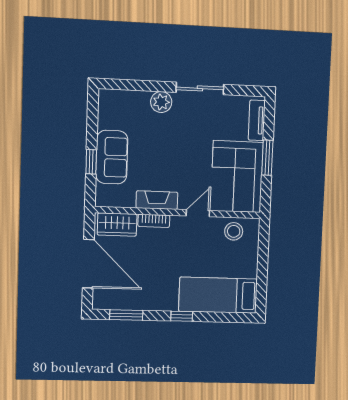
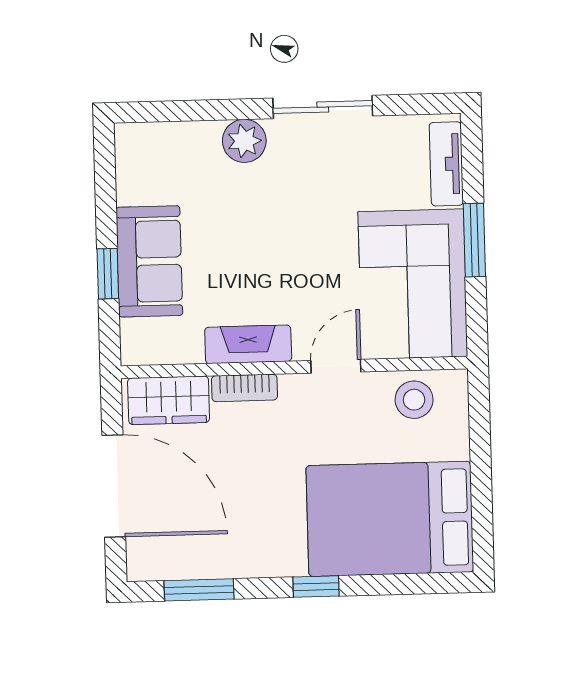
bed: (218, 295) -> (390, 519), width x1.50

